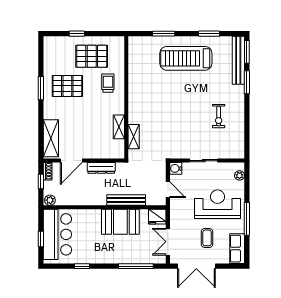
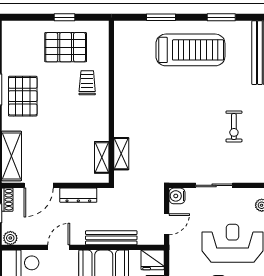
window: (77, 34) -> (65, 17), moved
treadmill: (186, 58) -> (190, 50), turned 180
pallet: (67, 86) -> (23, 96), moved, turned 90
shelving: (119, 127) -> (102, 157), moved
door: (168, 190) -> (167, 224), hinge flipped
door: (86, 207) -> (59, 247), added

